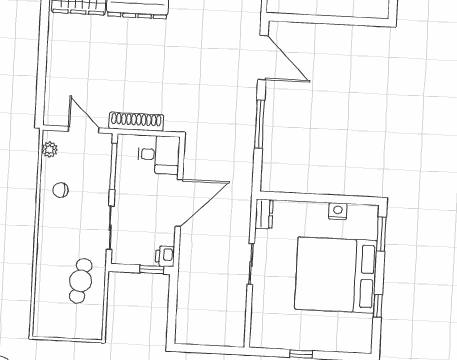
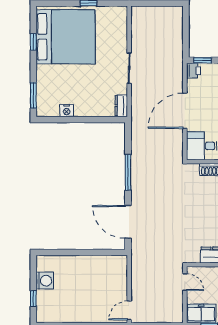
bed: (336, 275) -> (66, 37), moved

